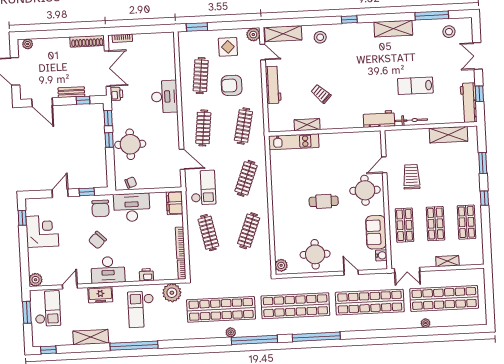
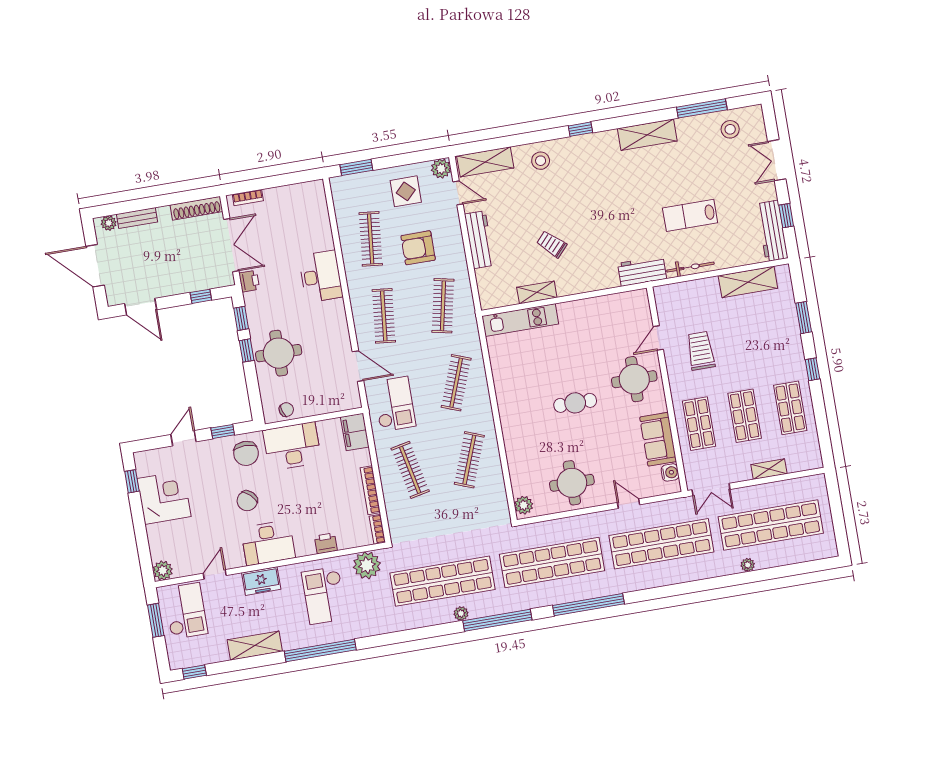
bench: (71, 92) -> (137, 218), moved

